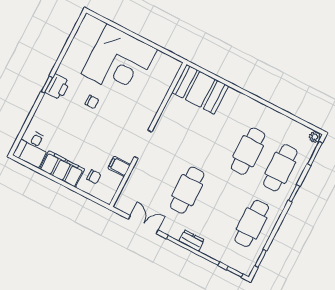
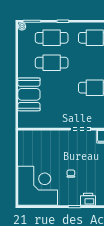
corner desk: (119, 62) -> (38, 186), moved
printer: (58, 87) -> (88, 199), moved
booth: (200, 89) -> (29, 94), moved

